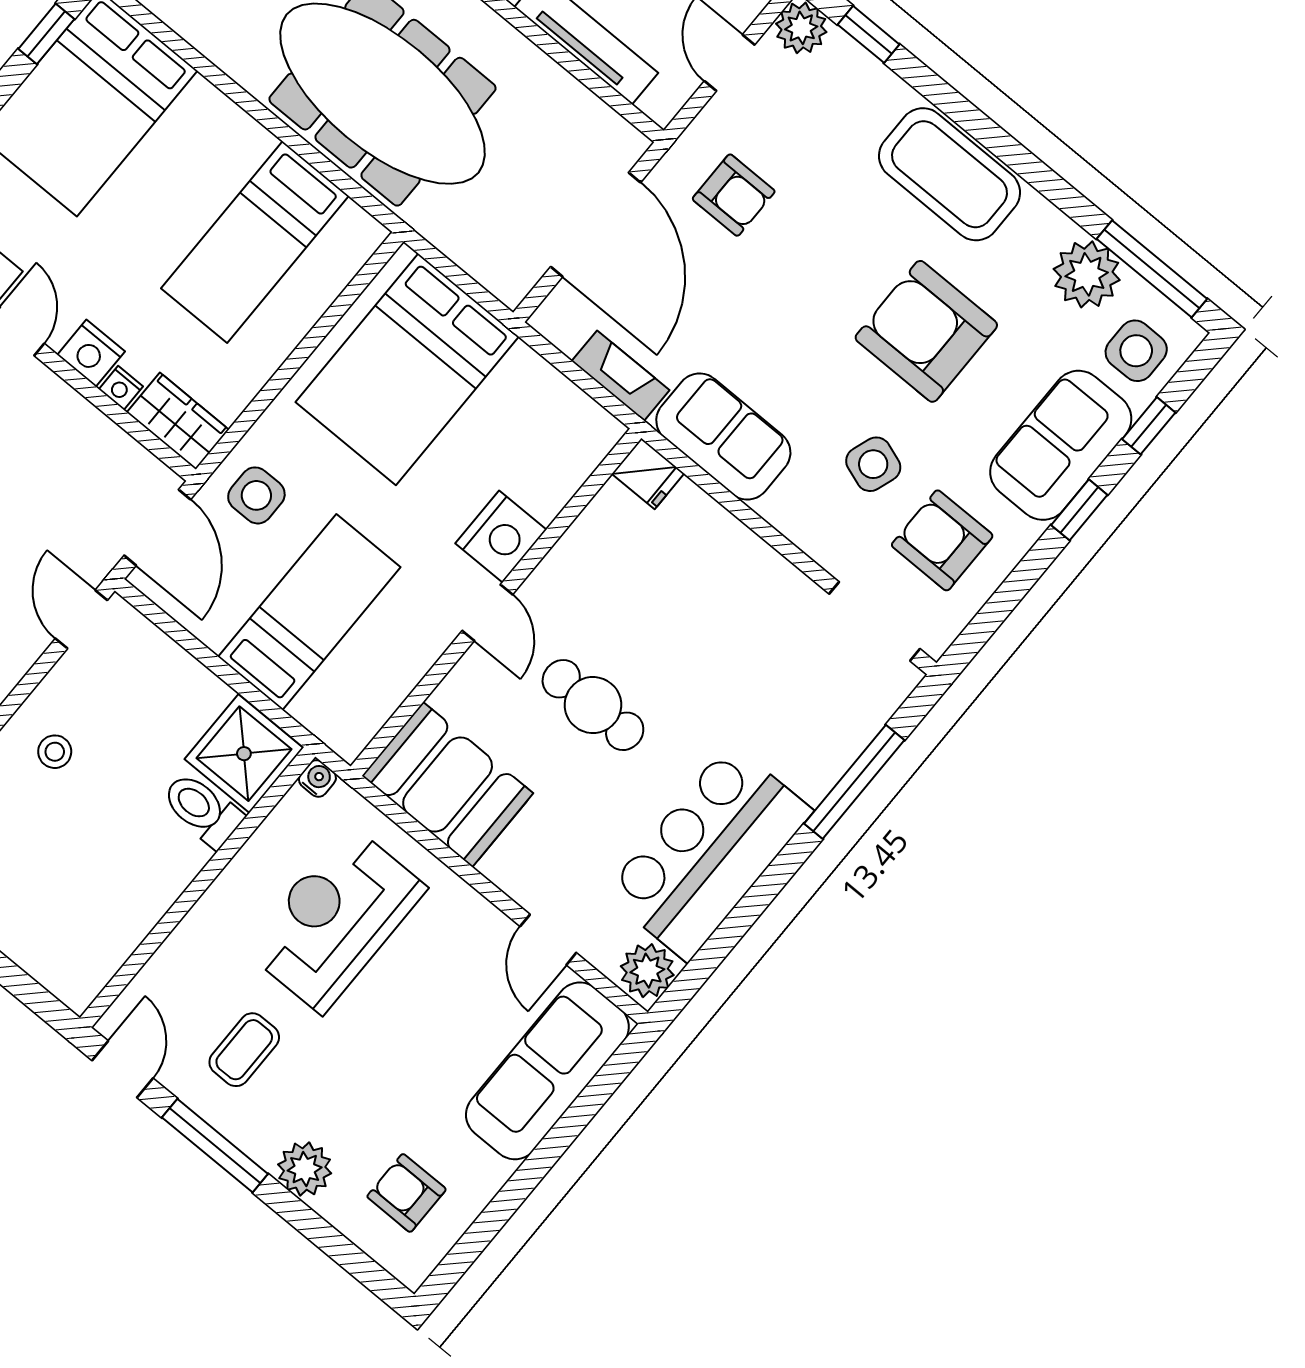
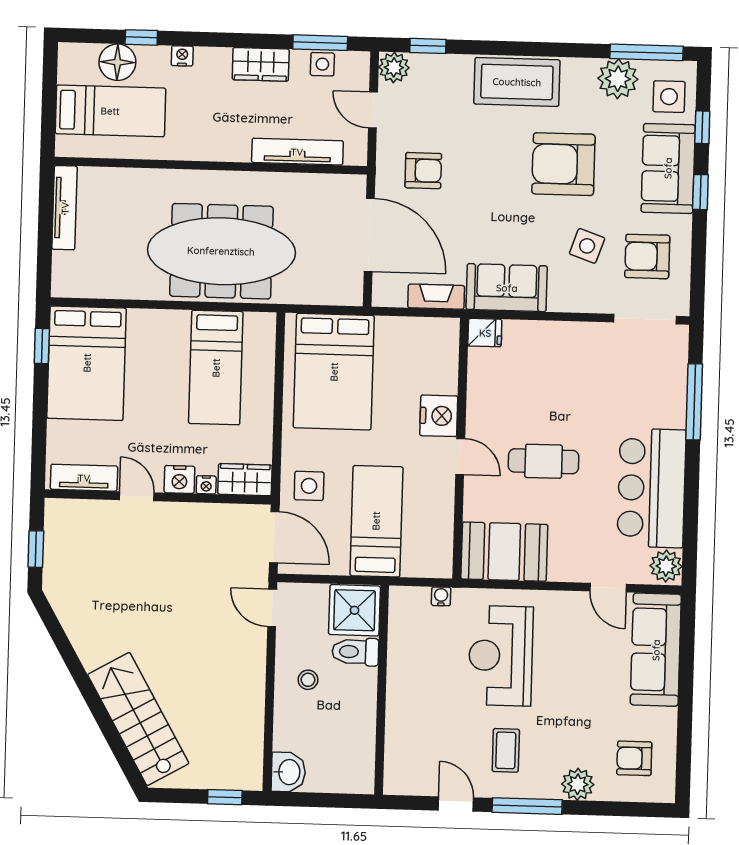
shower: (244, 754) -> (355, 610), moved
toilet: (202, 809) -> (355, 652), moved
wall: (198, 887) -> (382, 690), moved

